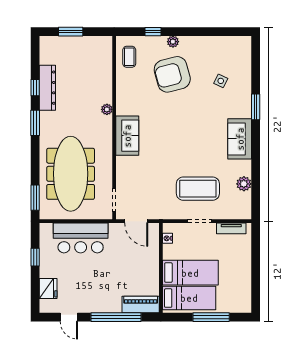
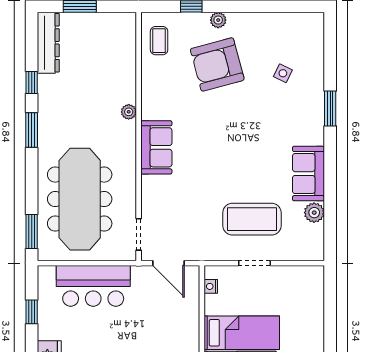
dresser: (47, 88) -> (48, 43), moved
sofa: (240, 139) -> (308, 174), moved
tv unit: (231, 228) -> (297, 273), removed

